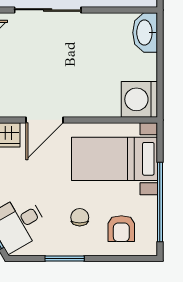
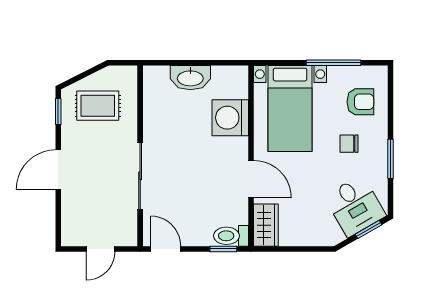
washbasin: (145, 33) -> (190, 78), moved
washing machine: (139, 99) -> (230, 118), moved, turned 90
window: (160, 202) -> (334, 63), width x0.68

